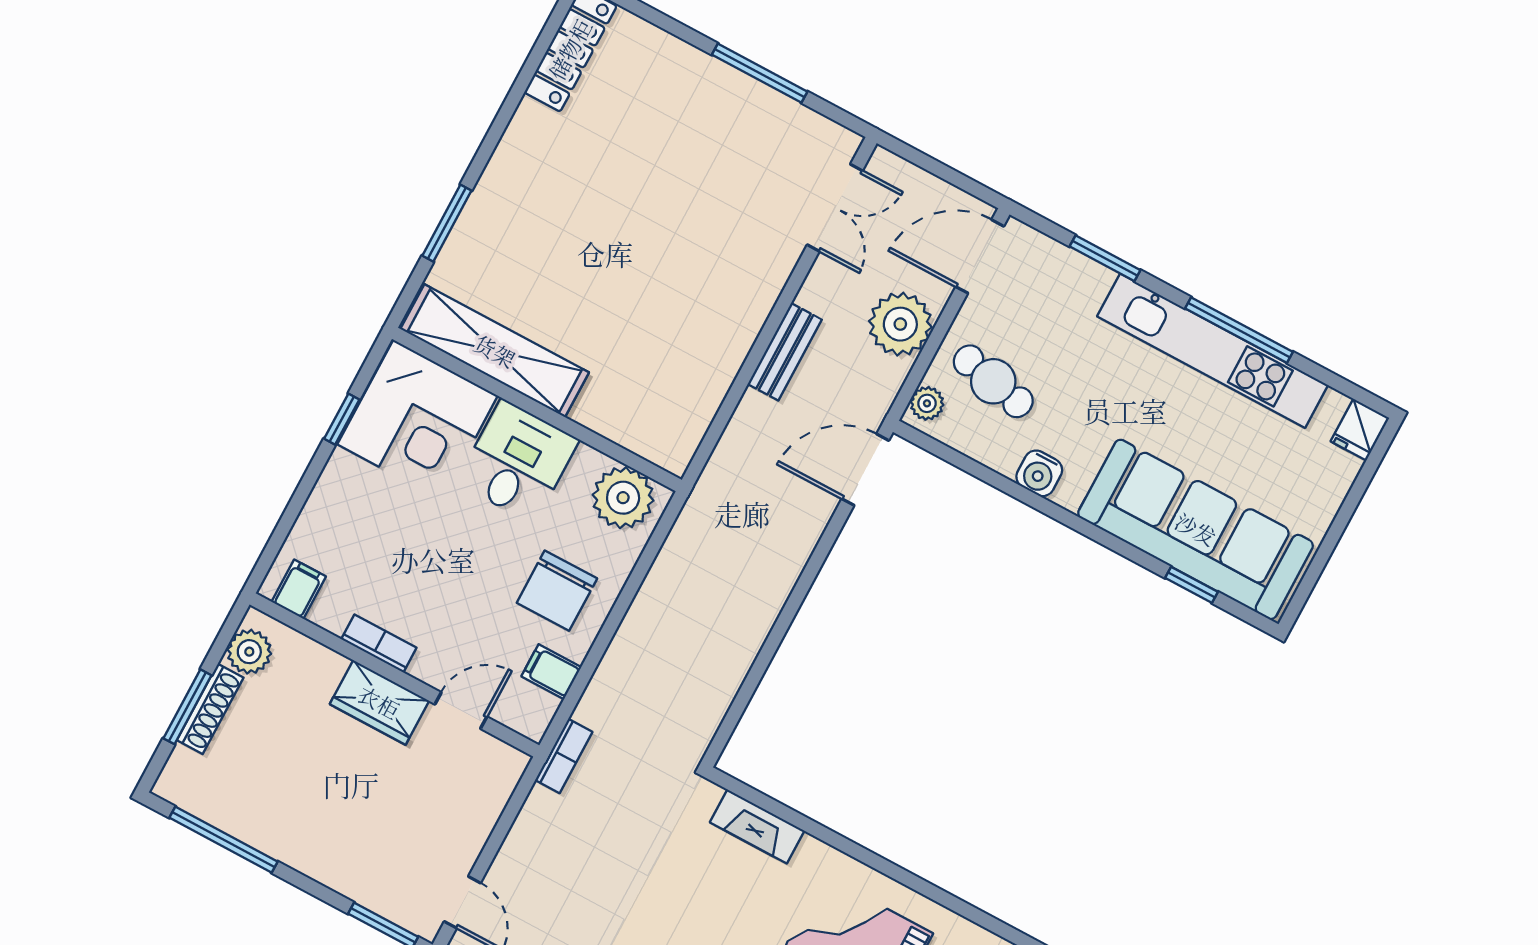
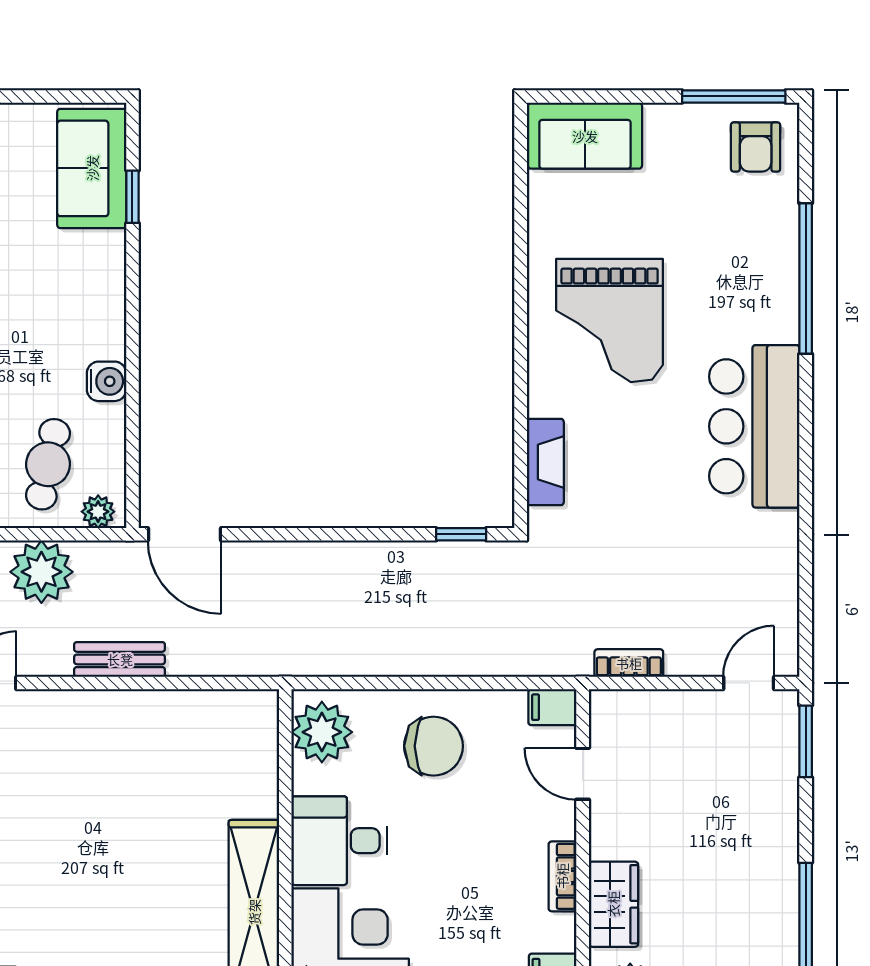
sofa: (1196, 529) -> (92, 168), width x0.54, depth x0.79
filing cabinet: (551, 672) -> (552, 707), moved, turned 90
wardrobe: (379, 702) -> (613, 904), moved
window: (733, 717) -> (461, 534), added
bookcase: (564, 756) -> (629, 663), moved

